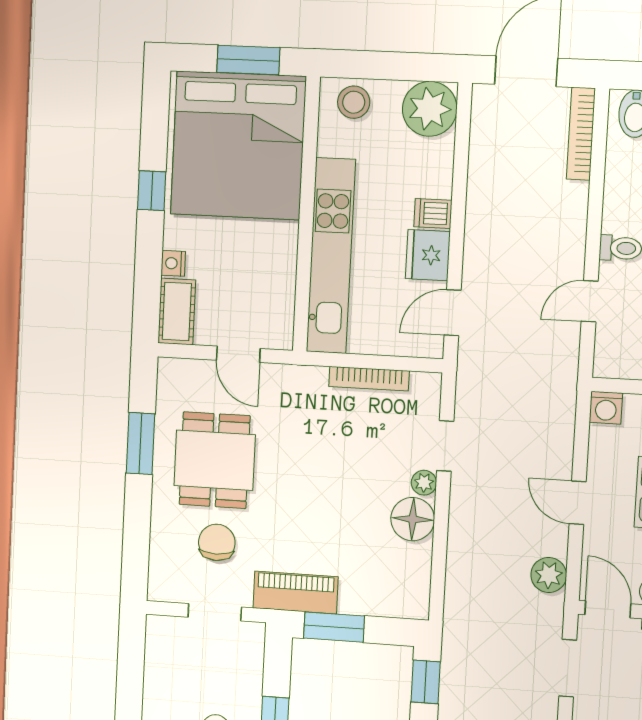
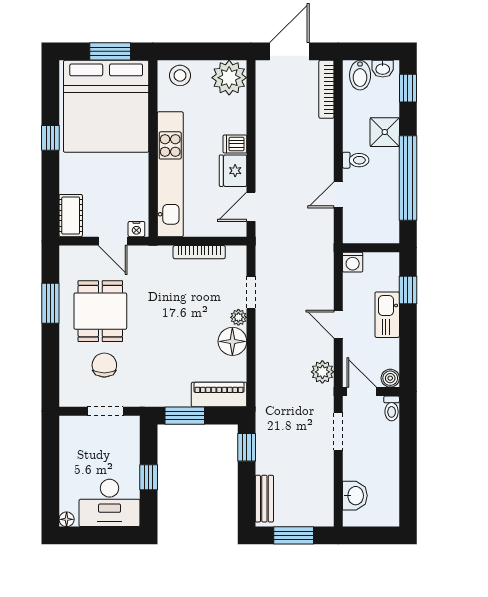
nightstand: (173, 263) -> (136, 229), moved, turned -90
piano: (296, 592) -> (219, 394), moved

